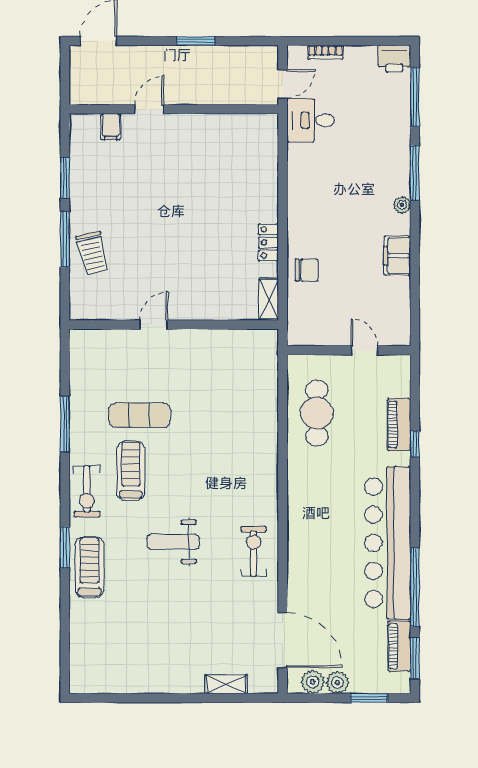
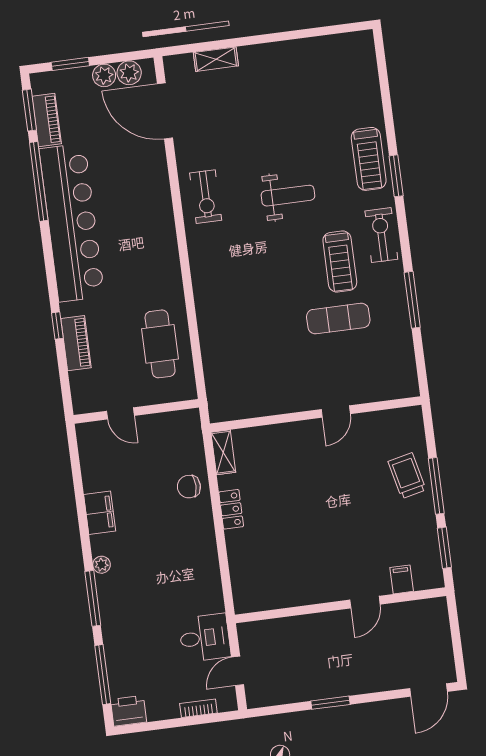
door: (149, 109) -> (365, 602), moved
wall: (174, 109) -> (340, 605), moved
filing cabinet: (111, 127) -> (402, 579), moved

